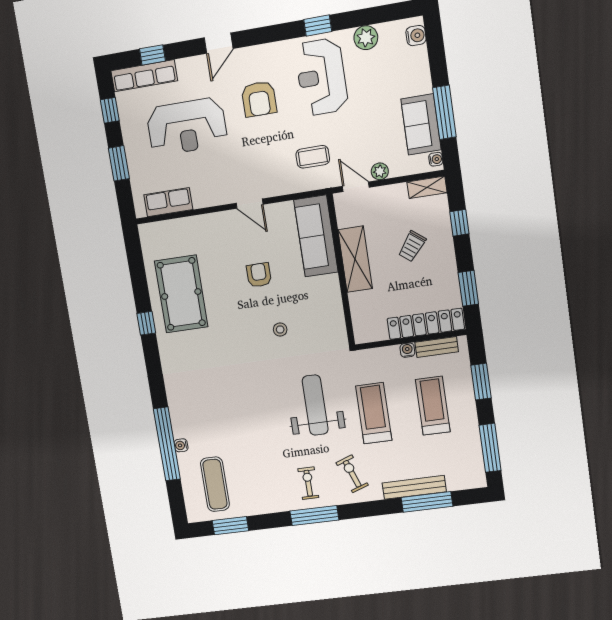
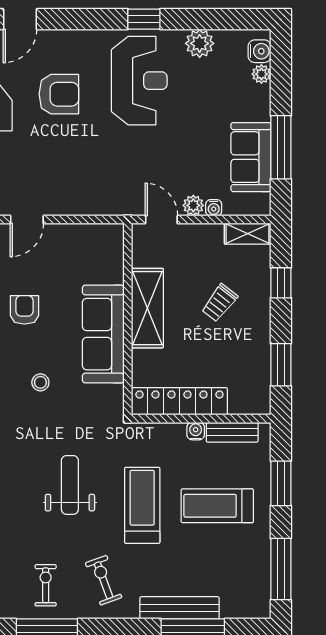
plant: (420, 54) -> (261, 74), added
reception desk: (321, 77) -> (139, 81), turned 180
armchair: (259, 99) -> (59, 94), turned -90
coffee table: (313, 157) -> (114, 175), removed
water cooler: (436, 159) -> (214, 208), moved, turned 90
door: (250, 204) -> (27, 219), hinge flipped
sofa: (316, 236) -> (103, 334), moved
locker: (426, 324) -> (179, 401), moved
weight bench: (315, 405) -> (70, 485), width x0.73, depth x0.75
treadmill: (433, 406) -> (217, 506), turned -90

